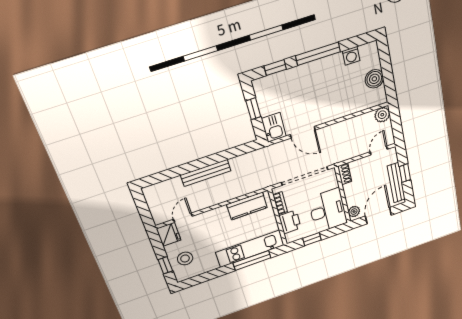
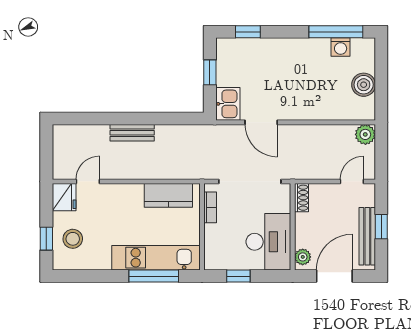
window: (318, 54) -> (336, 32), moved
bench: (206, 173) -> (132, 133), width x0.73
printer: (290, 222) -> (216, 239), removed

